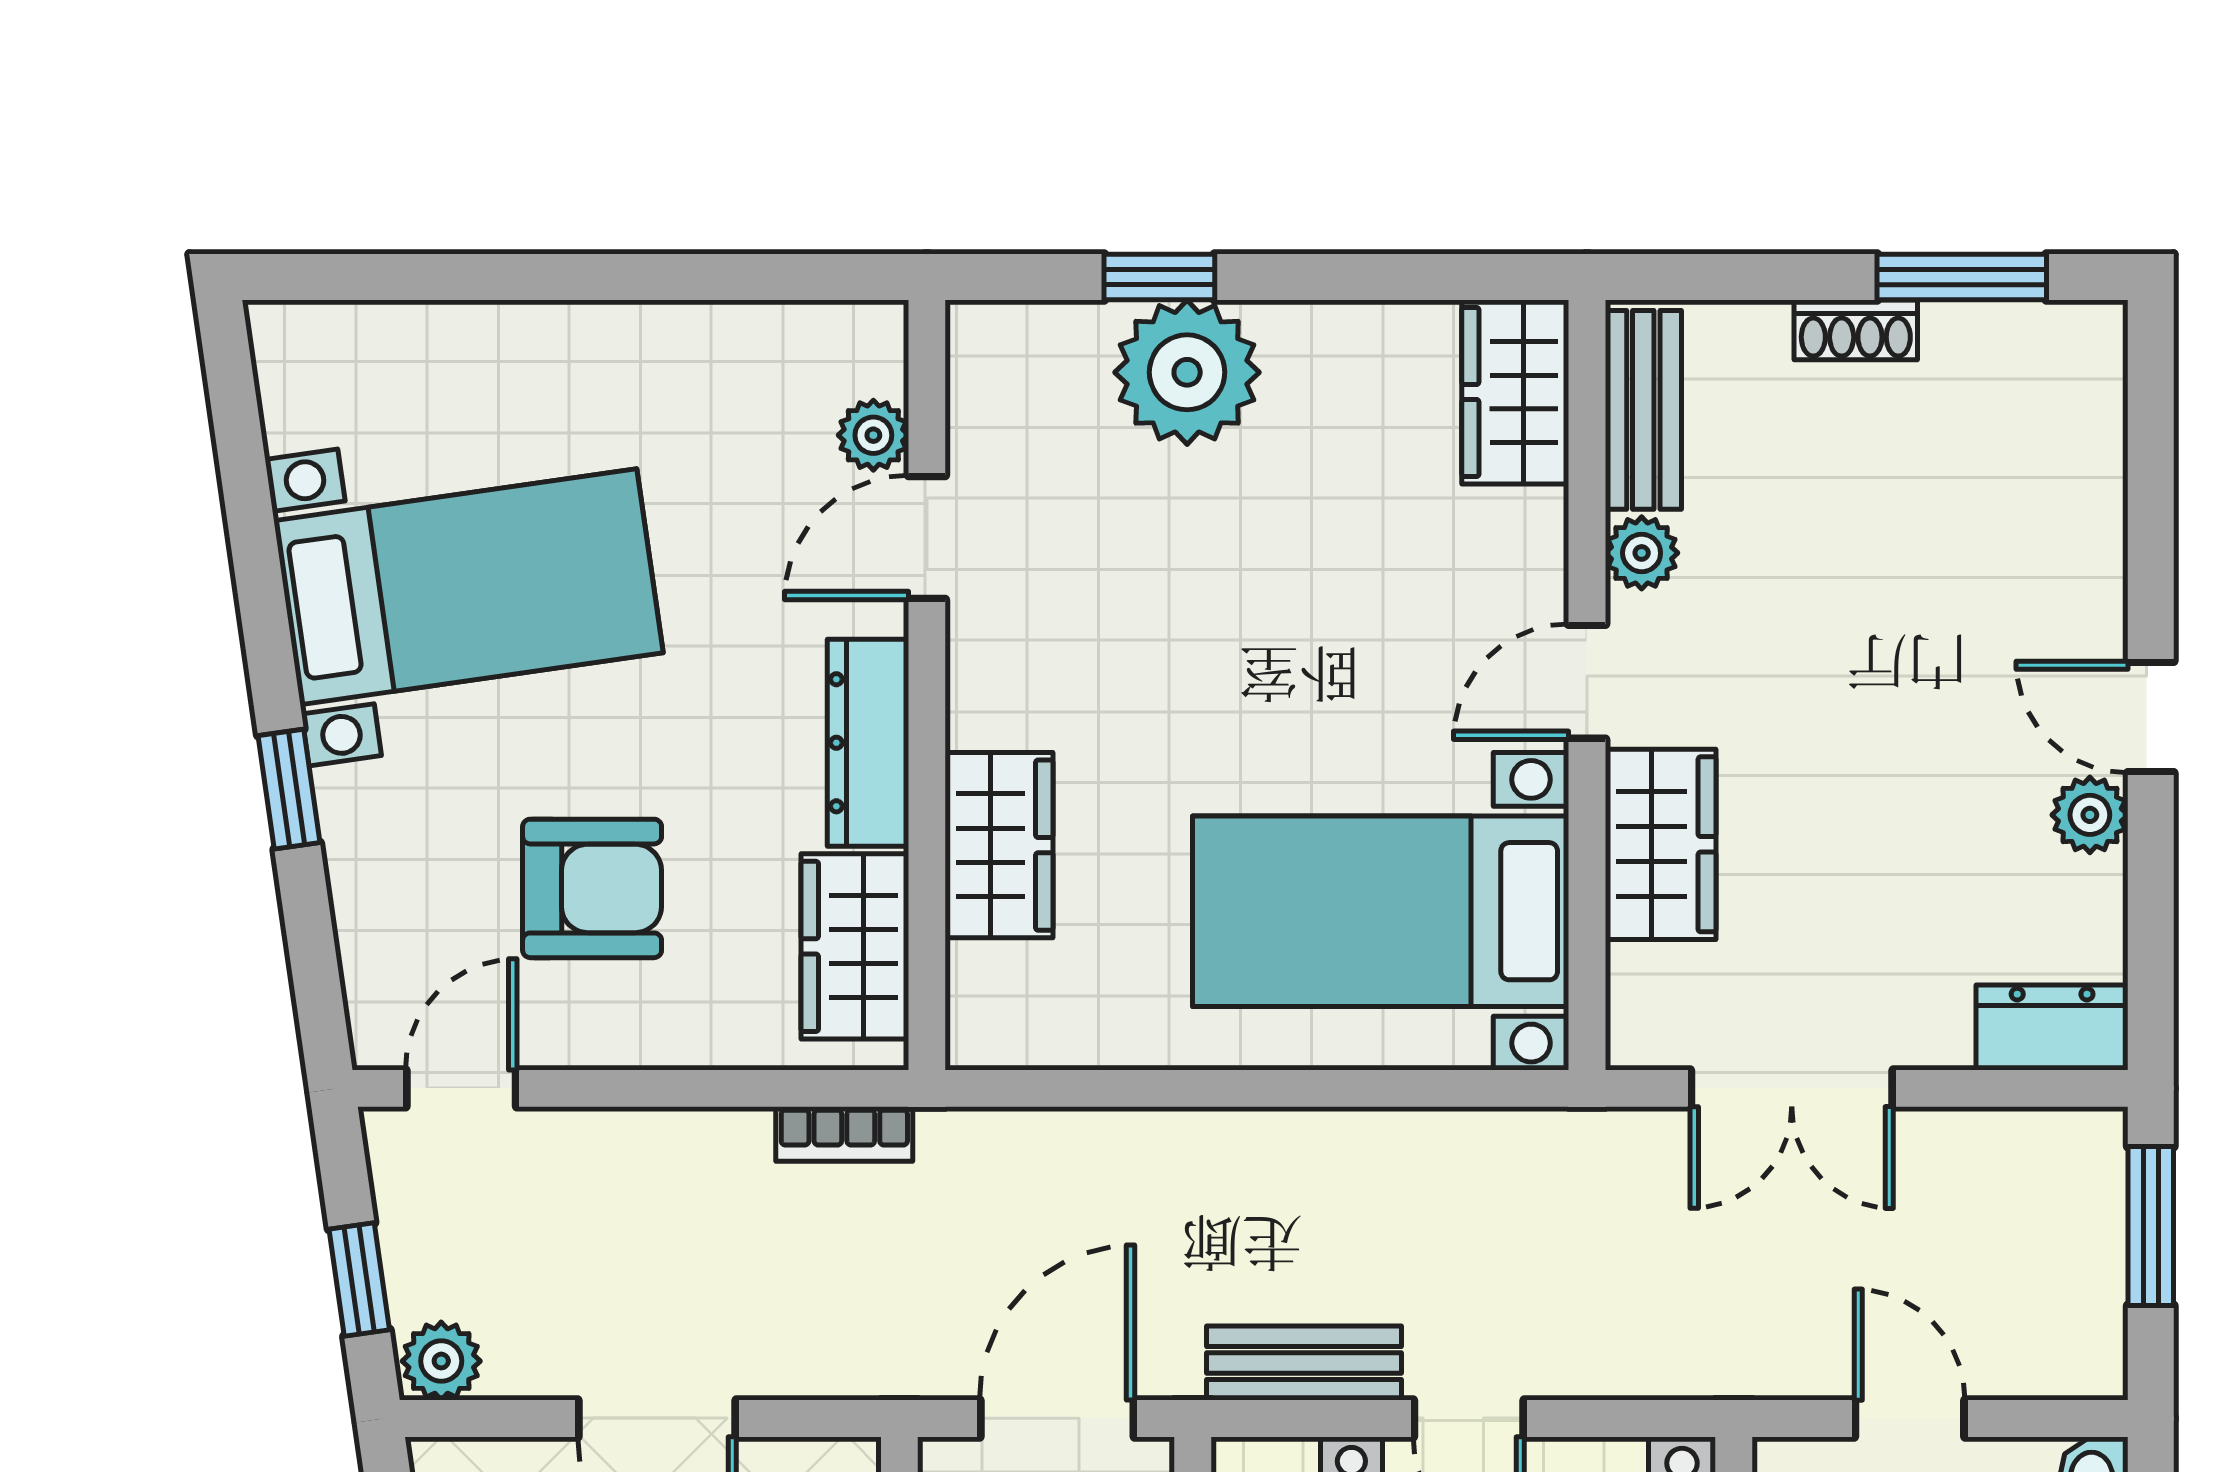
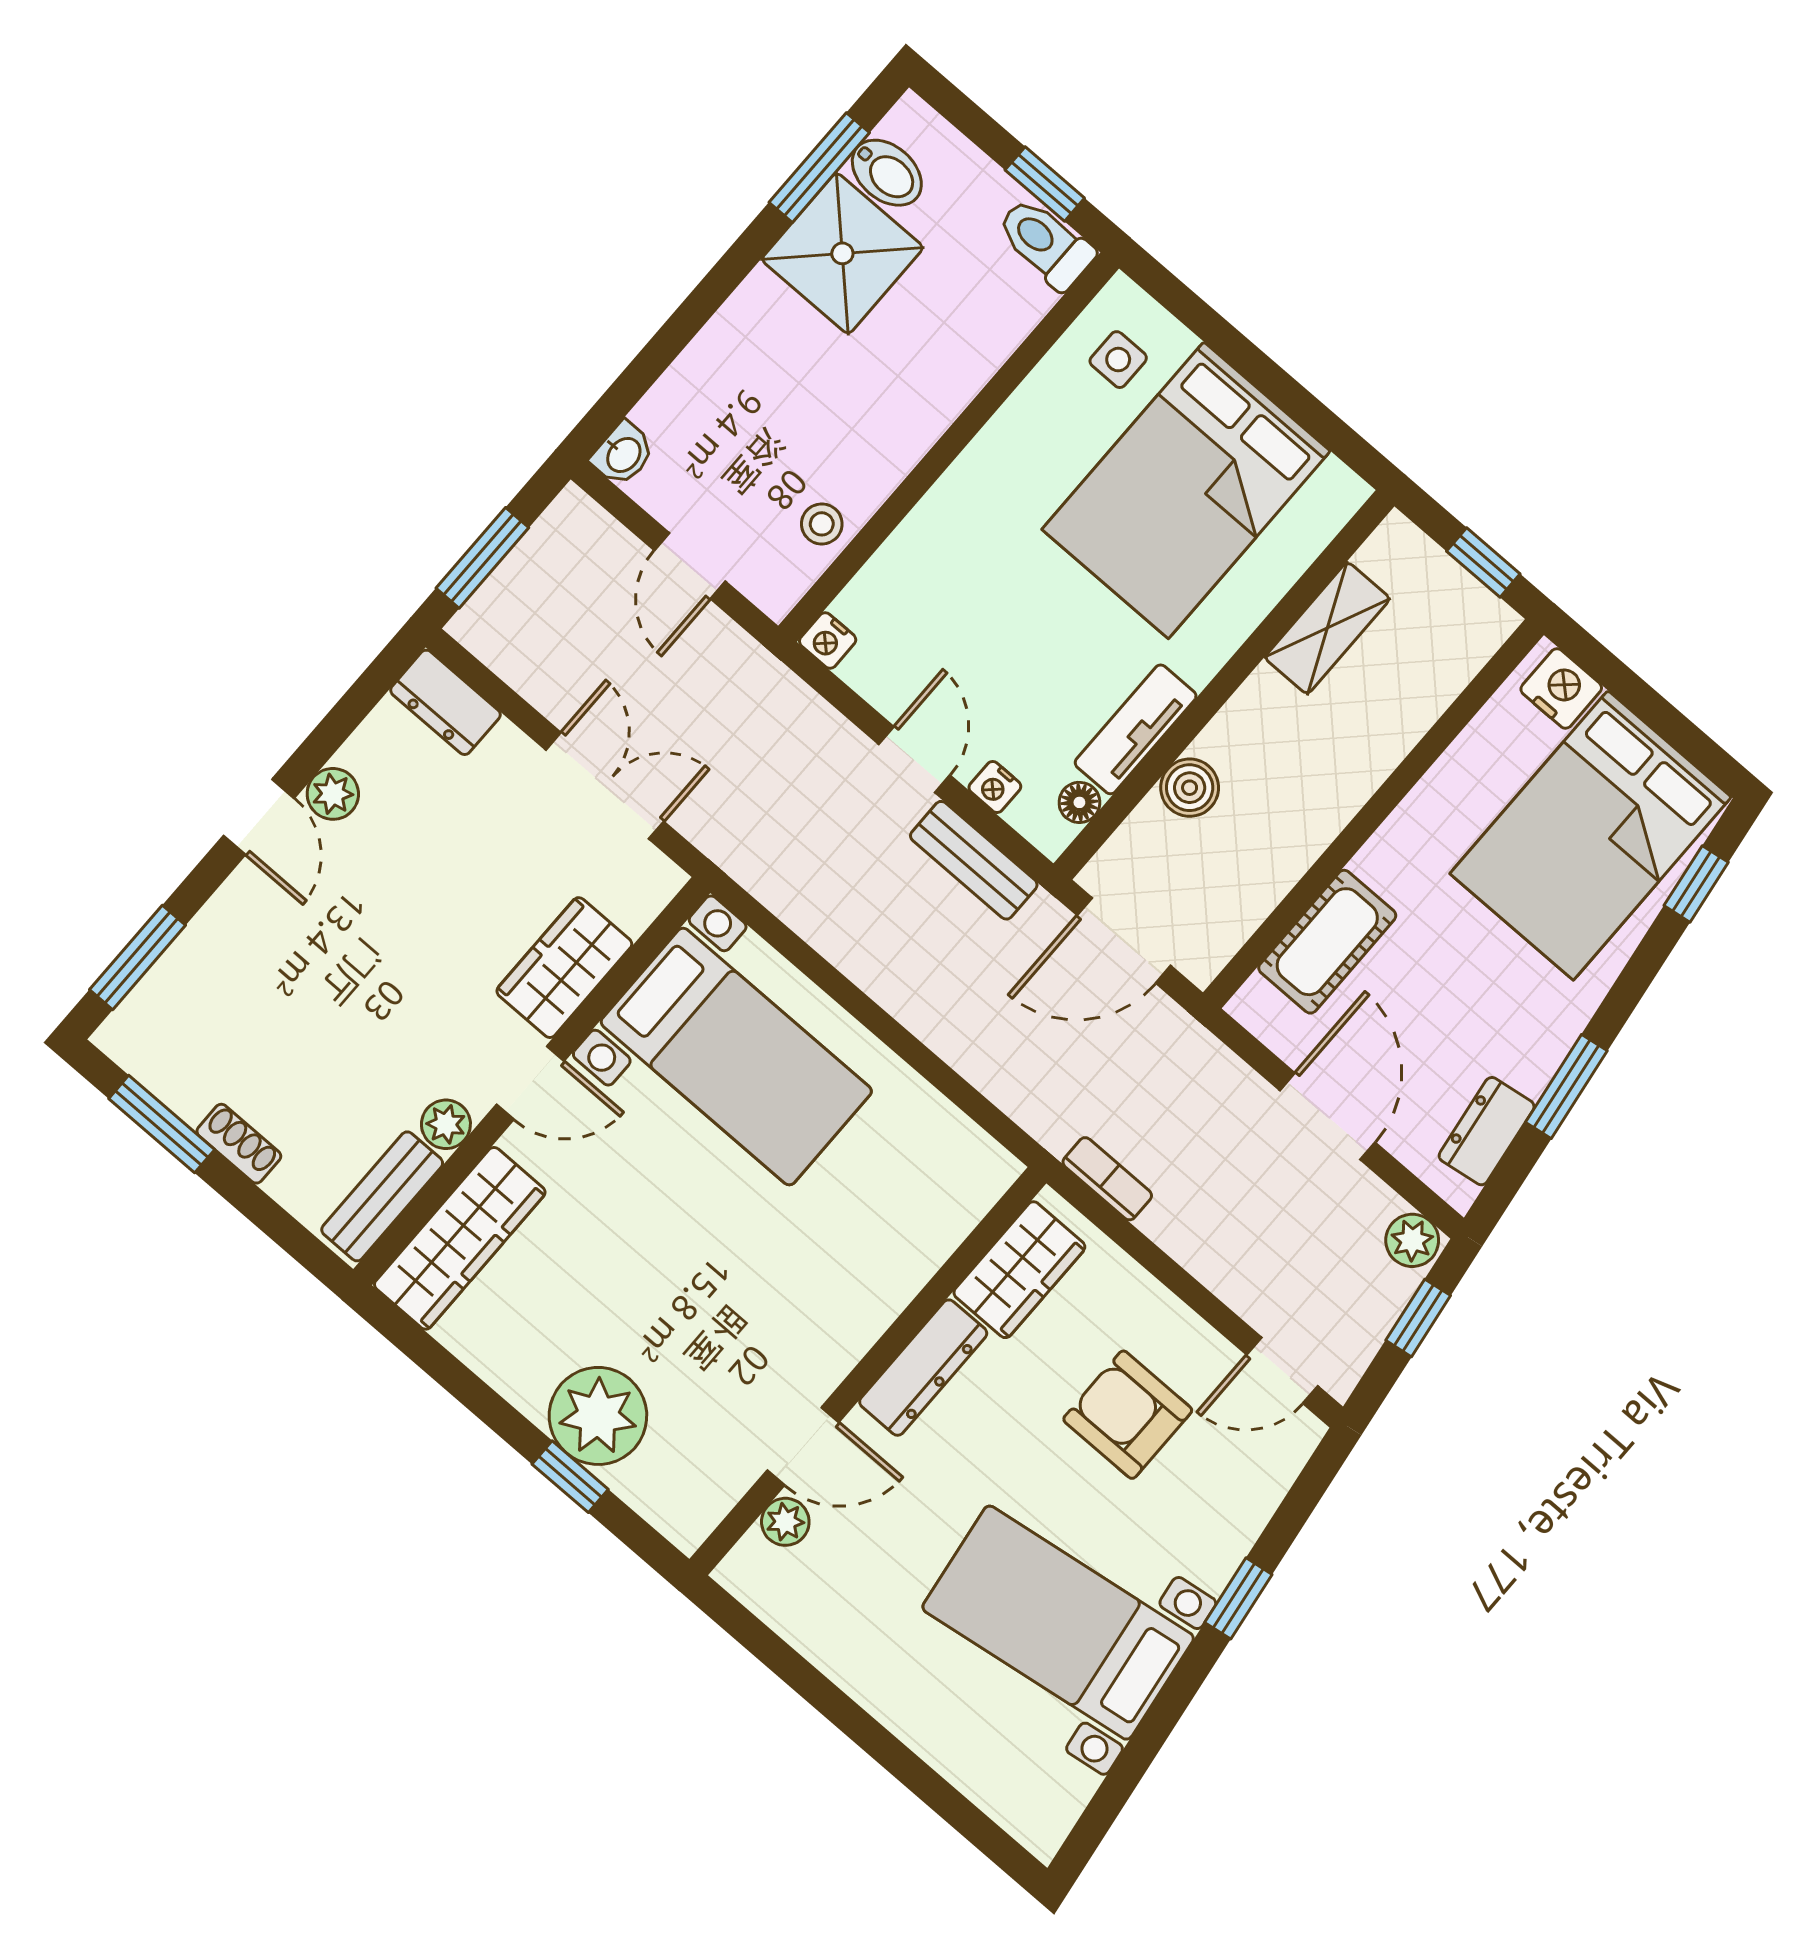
wardrobe: (1515, 392) -> (460, 1238), width x1.50
window: (2151, 441) -> (138, 957), added
wardrobe: (999, 845) -> (901, 1258), removed

